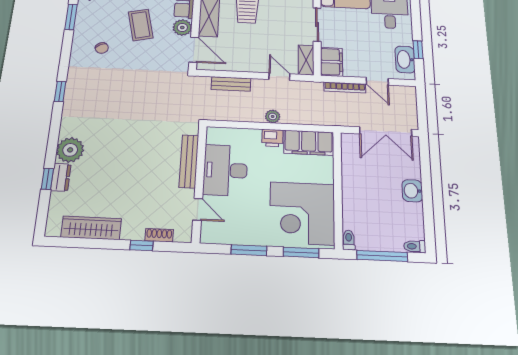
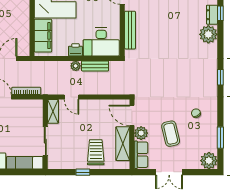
filing cabinet: (331, 62) -> (35, 111), removed
bench: (231, 84) -> (95, 66), moved
filing cabinet: (309, 143) -> (43, 36), moved, turned 90
desk: (225, 170) -> (101, 42), moved, turned 90

